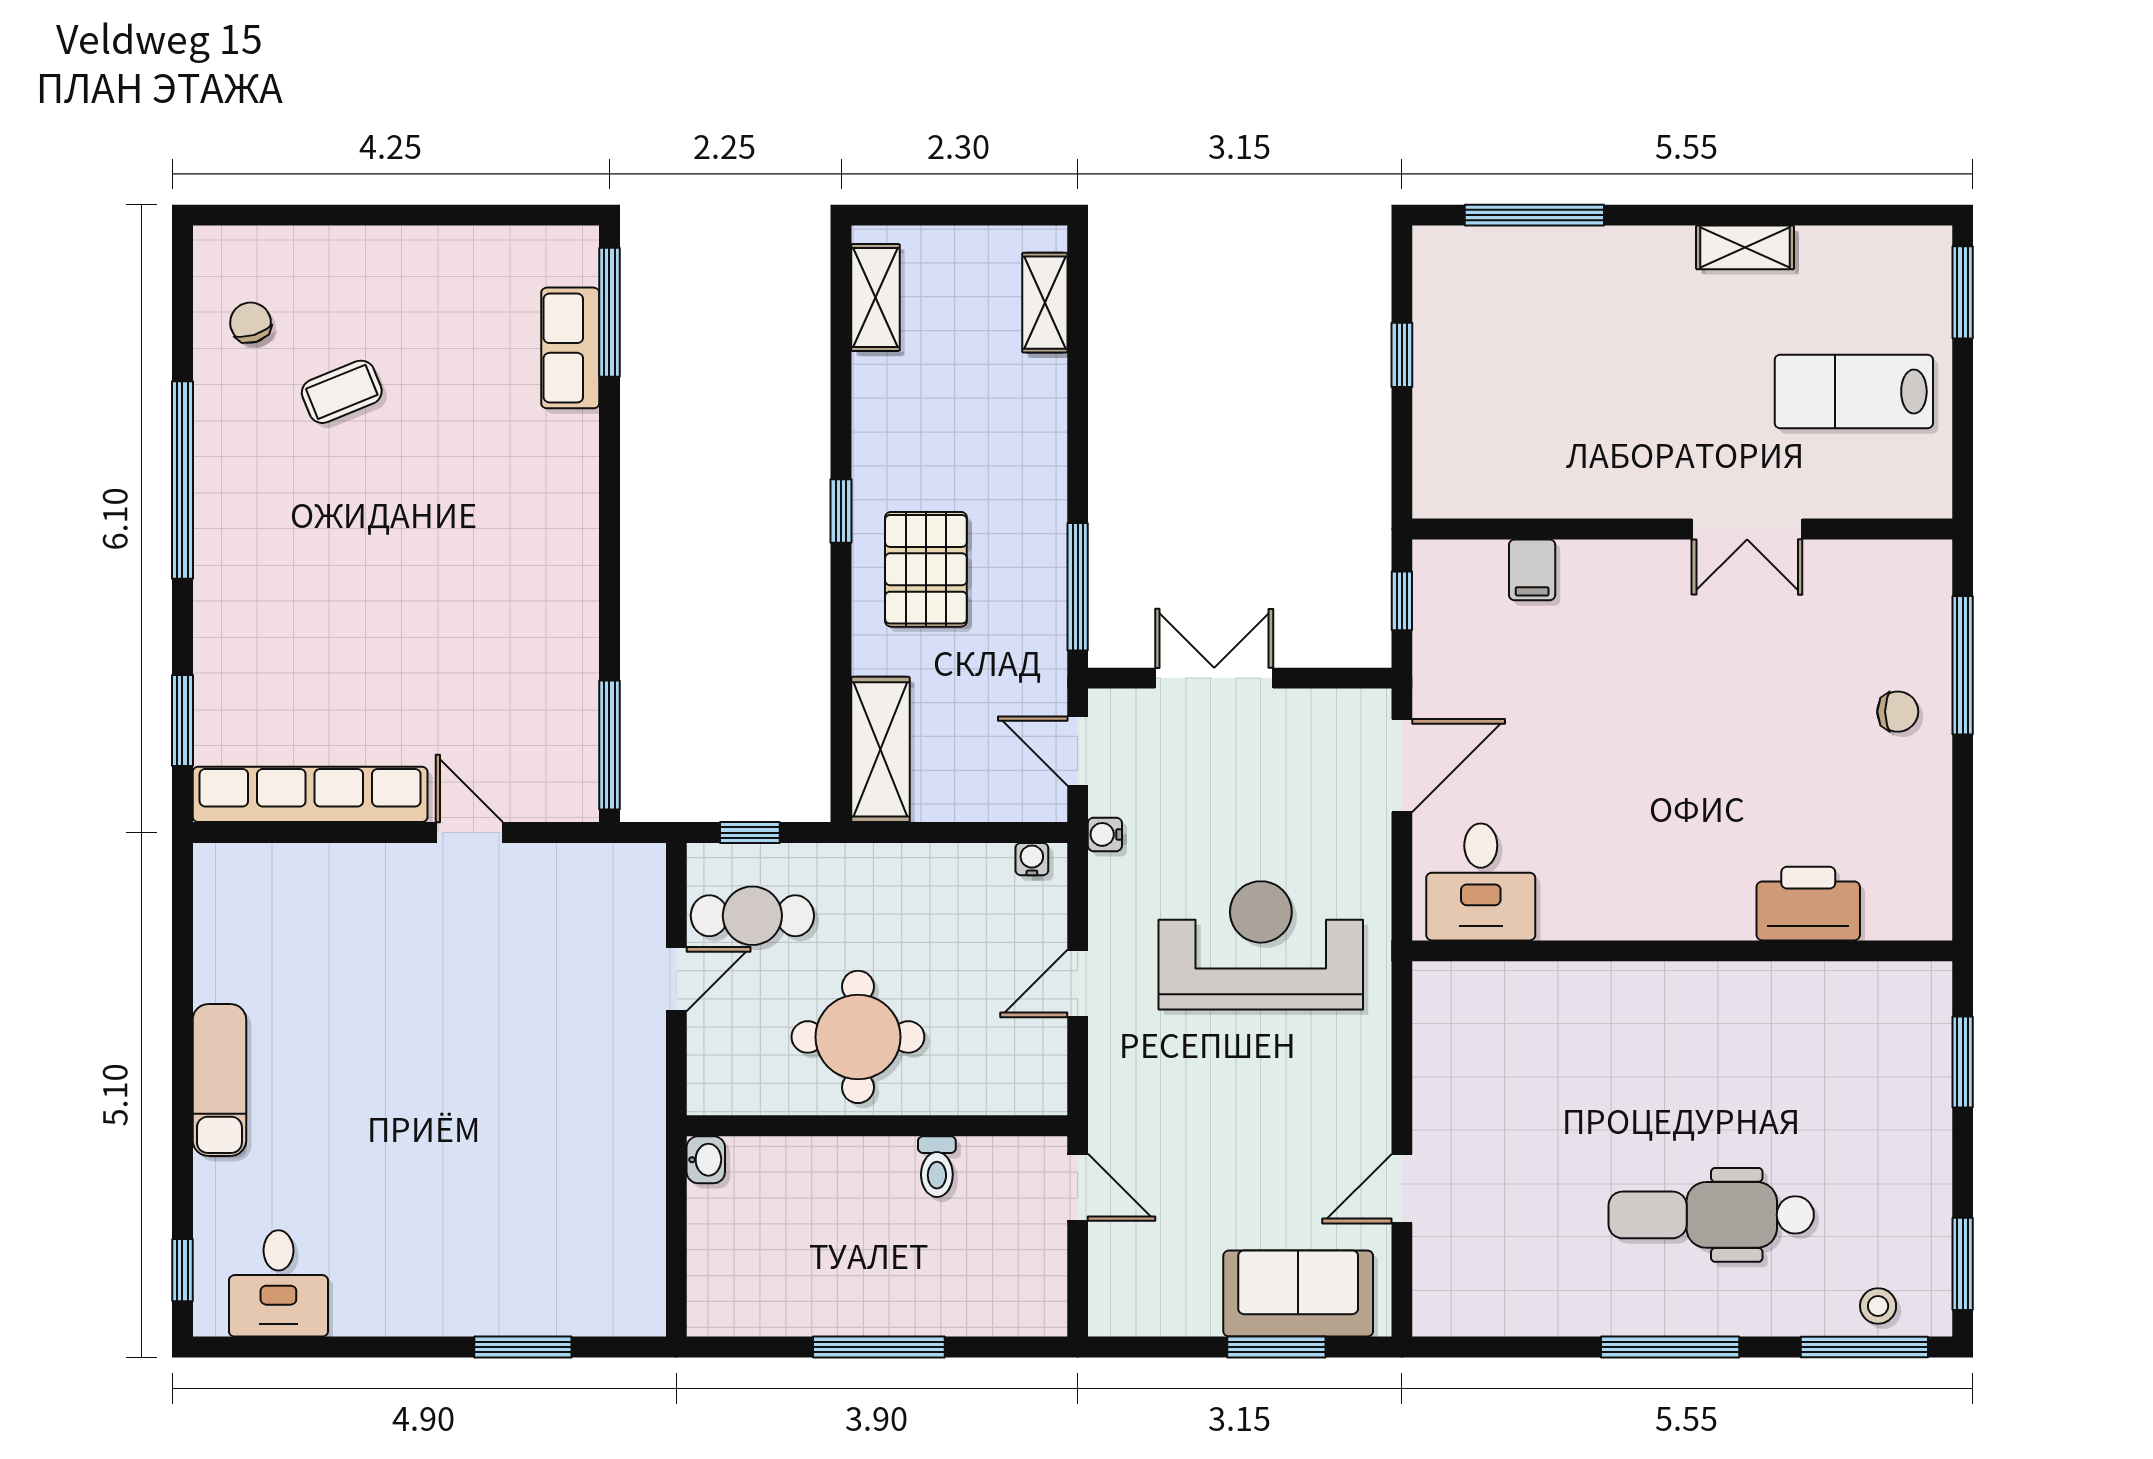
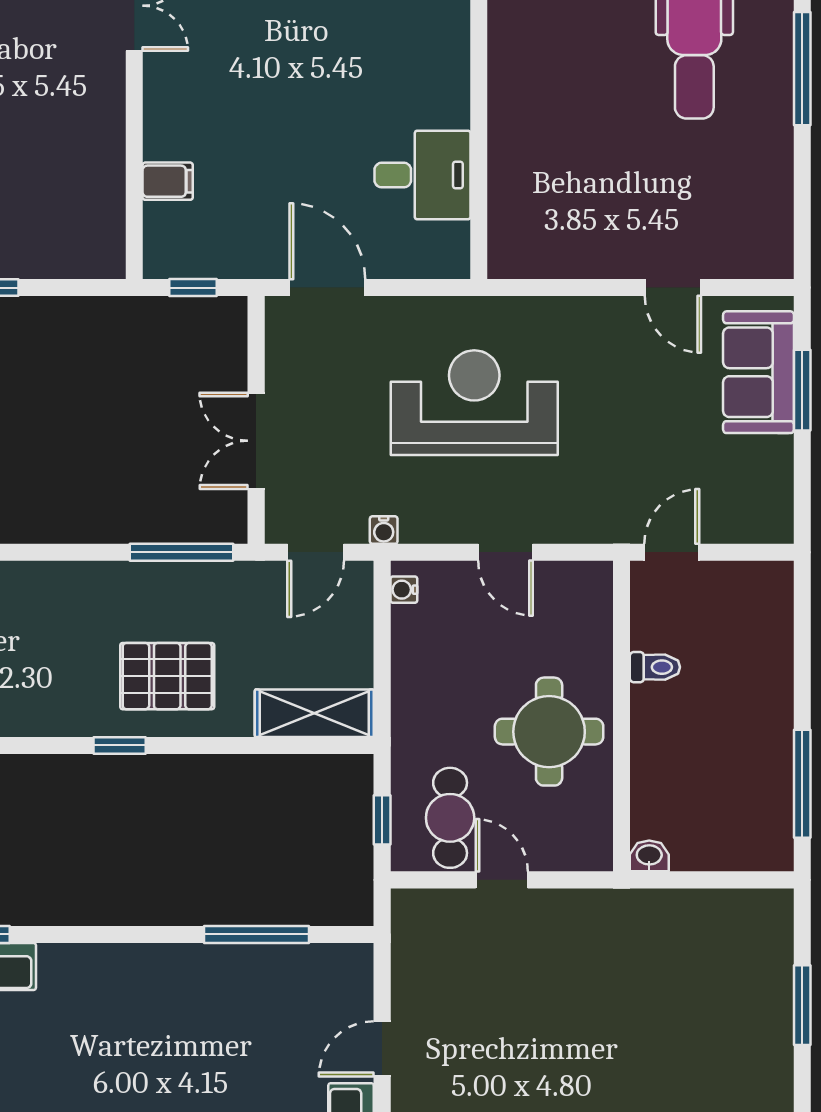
window: (609, 745) -> (257, 934), moved
desk: (1481, 882) -> (422, 175), moved
reception desk: (1261, 945) -> (474, 403), turned 90
window: (879, 1347) -> (802, 784), moved

